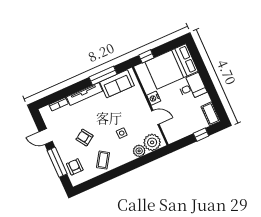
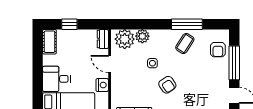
dresser: (169, 135) -> (103, 39), added
armchair: (85, 138) -> (167, 85), moved
window: (108, 176) -> (187, 24), added

